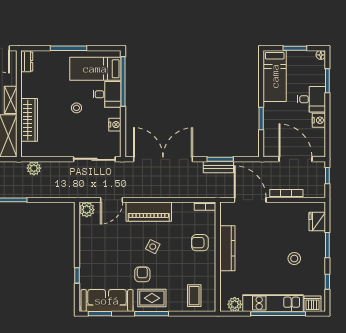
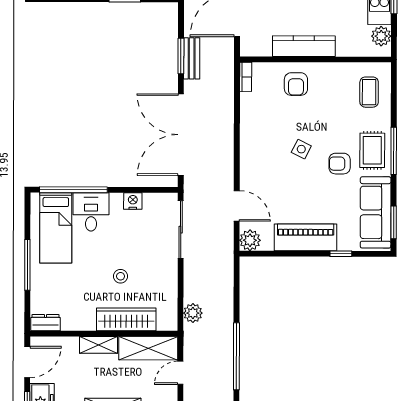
stool: (76, 108) -> (121, 276), moved
piano: (149, 212) -> (306, 237), moved, turned -90
coffee table: (194, 296) -> (369, 92), turned 90

